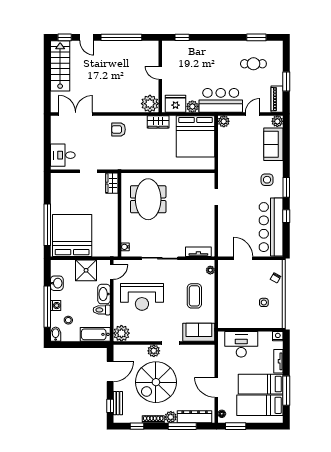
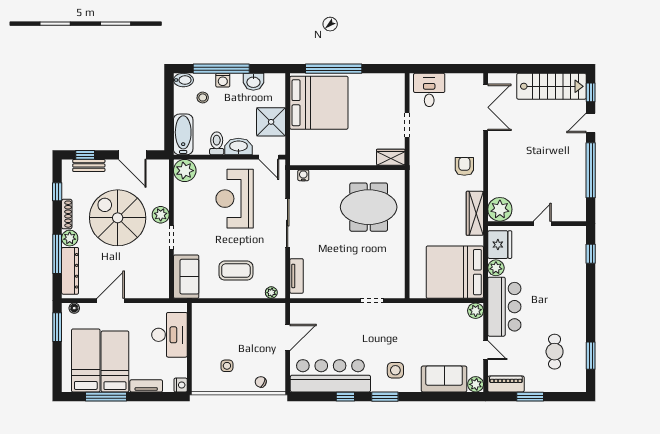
wardrobe: (158, 122) -> (475, 213), width x1.50

